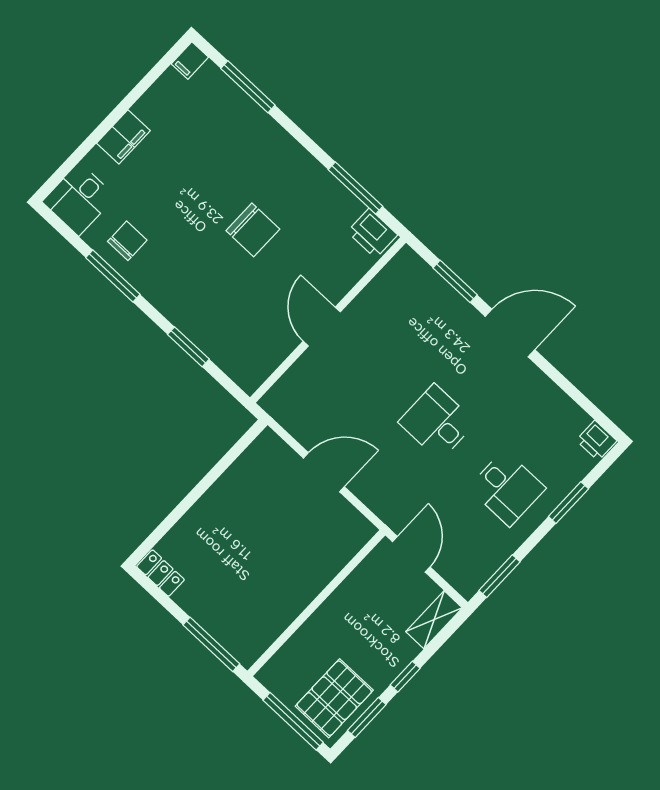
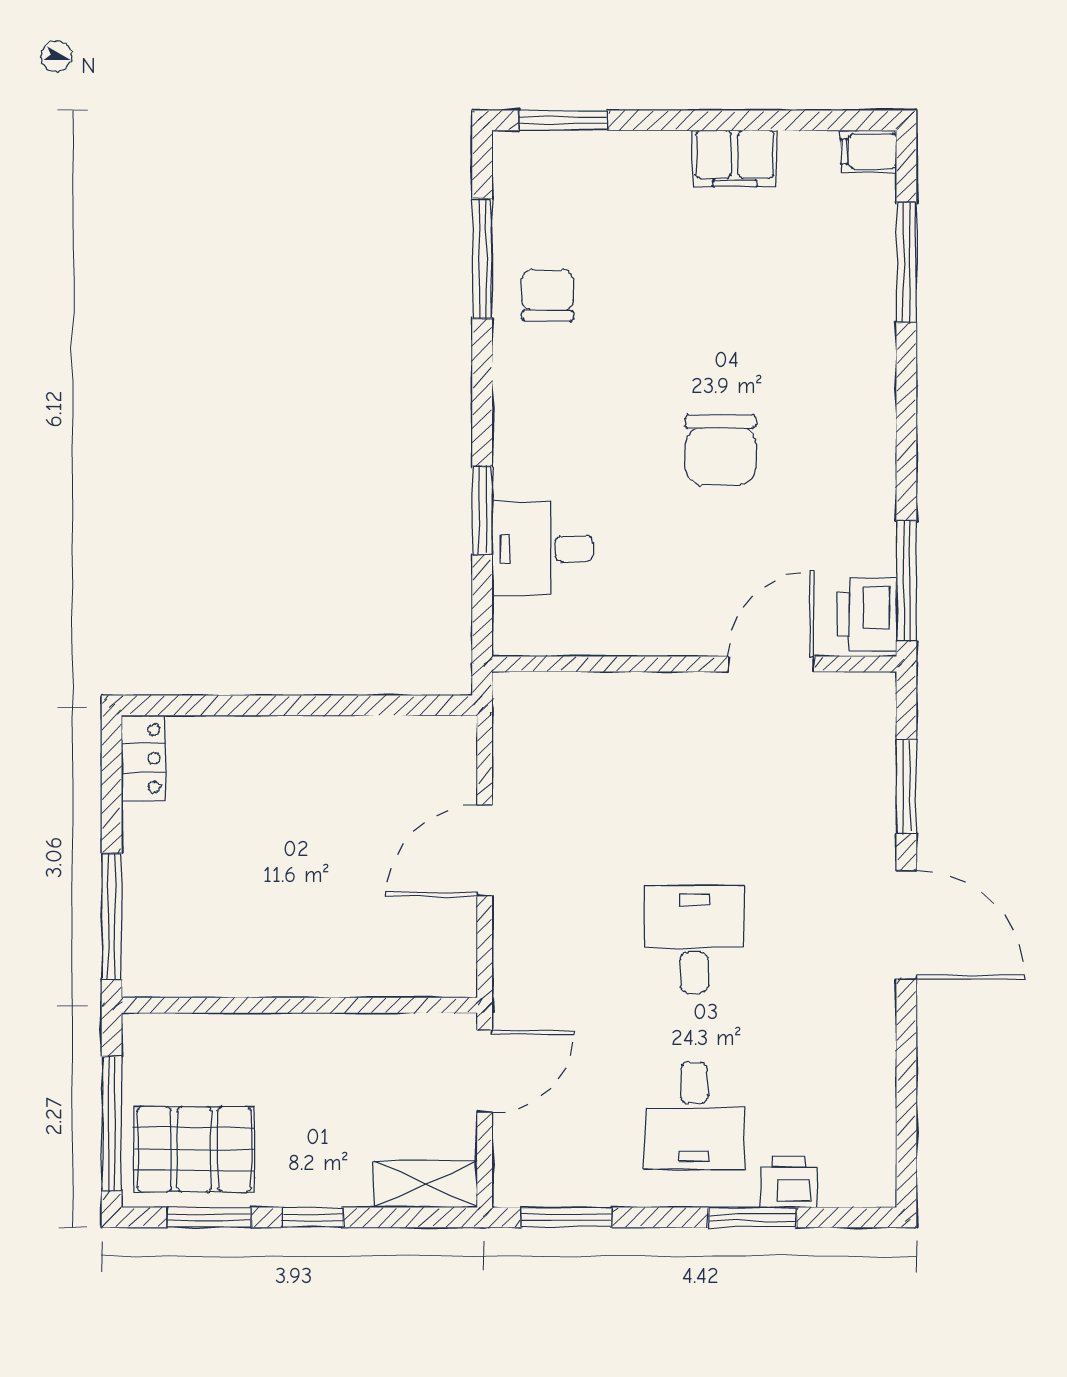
filing cabinet: (123, 137) -> (735, 158), moved
window: (64, 170) -> (563, 120), added
window: (356, 188) -> (906, 581), moved
desk: (79, 199) -> (543, 549), moved
chair: (127, 241) -> (548, 295), turned -90
window: (113, 276) -> (482, 259), moved
door: (322, 327) -> (771, 664), moved
printer: (596, 440) -> (789, 1182), moved, turned 90
door: (324, 472) -> (485, 851), swing flipped

